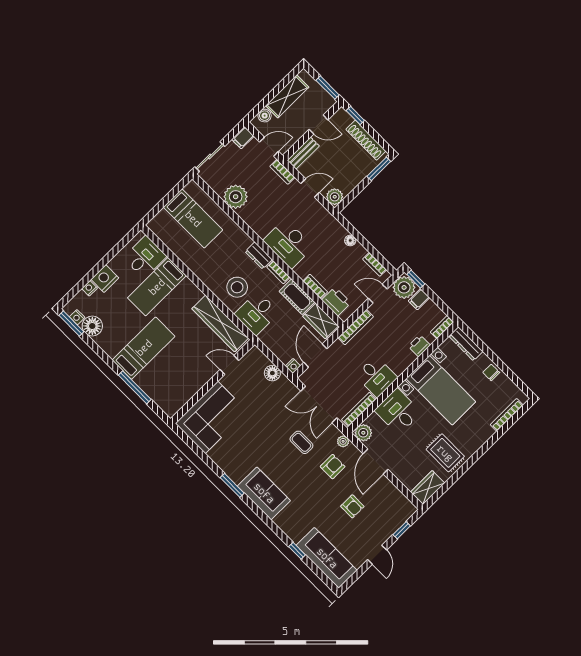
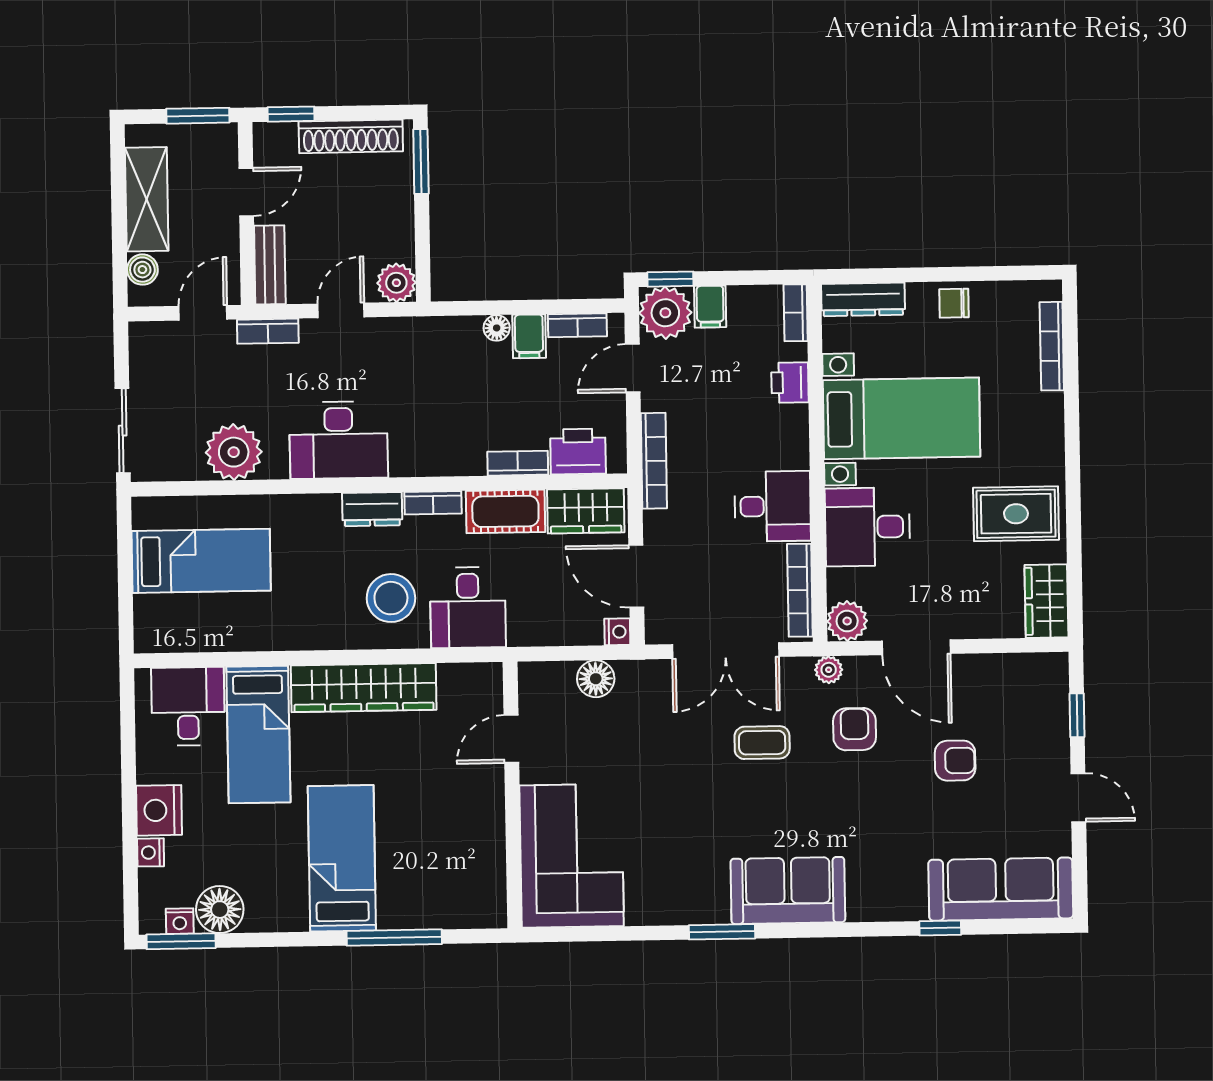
filing cabinet: (243, 138) -> (529, 336), moved
desk: (288, 244) -> (339, 440), moved
wardrobe: (220, 323) -> (364, 688), moved

